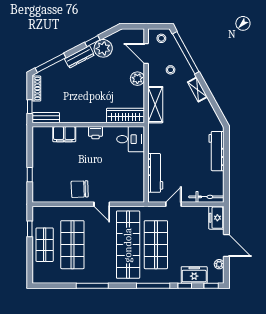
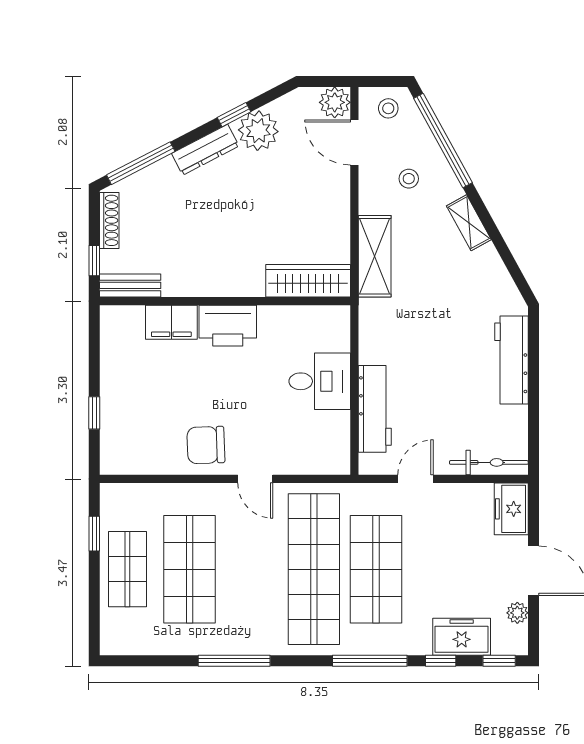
plant: (137, 79) -> (335, 102), moved
printer: (95, 133) -> (228, 326), width x1.87, depth x1.48
desk: (131, 139) -> (320, 381), moved

